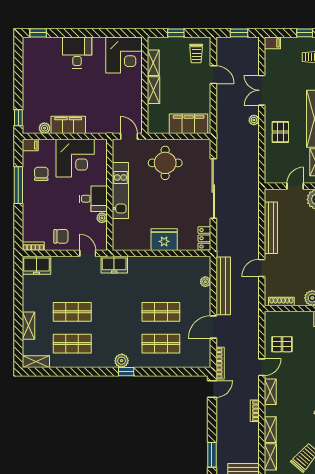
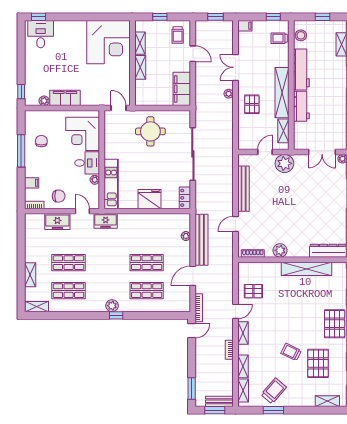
desk: (77, 53) -> (41, 34), moved
corner desk: (124, 55) -> (108, 42), width x1.36, depth x1.36
filing cabinet: (189, 124) -> (182, 89), moved, turned -90
filing cabinet: (30, 145) -> (32, 183), moved
corner desk: (75, 158) -> (83, 134), moved, turned 90
kitchen unit: (120, 190) -> (111, 184), moved
freezer: (37, 265) -> (57, 222), moved

